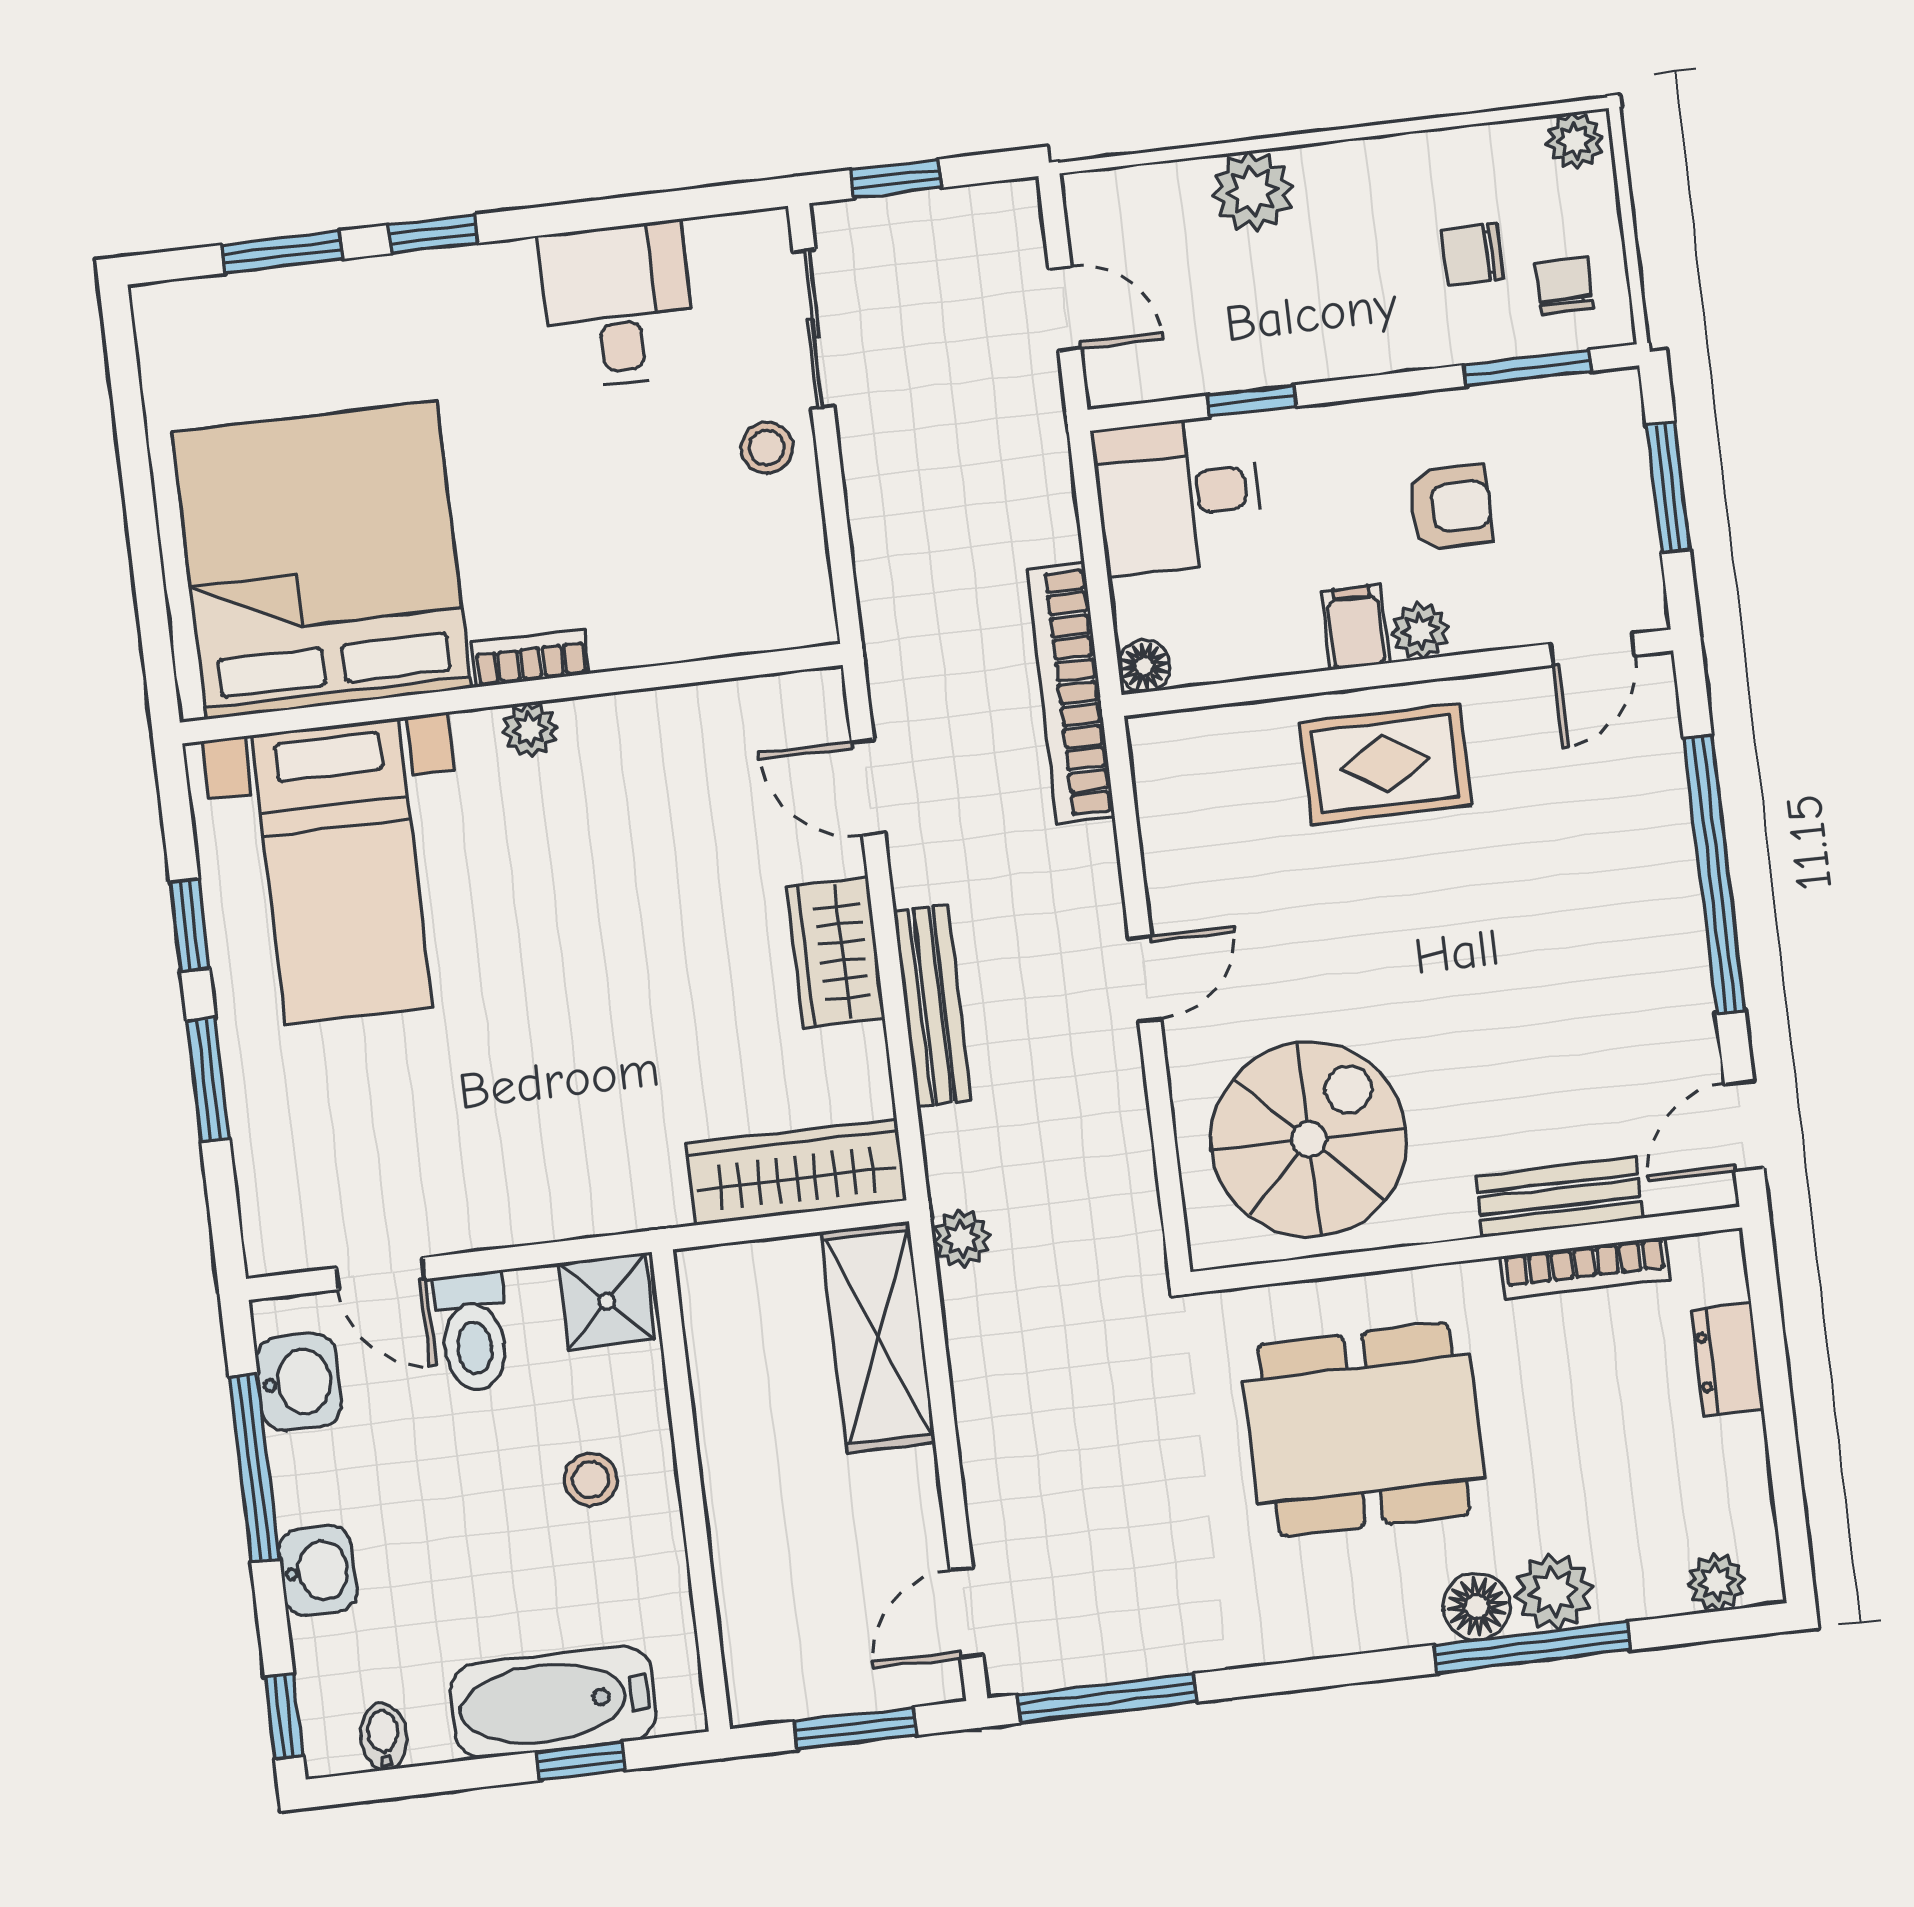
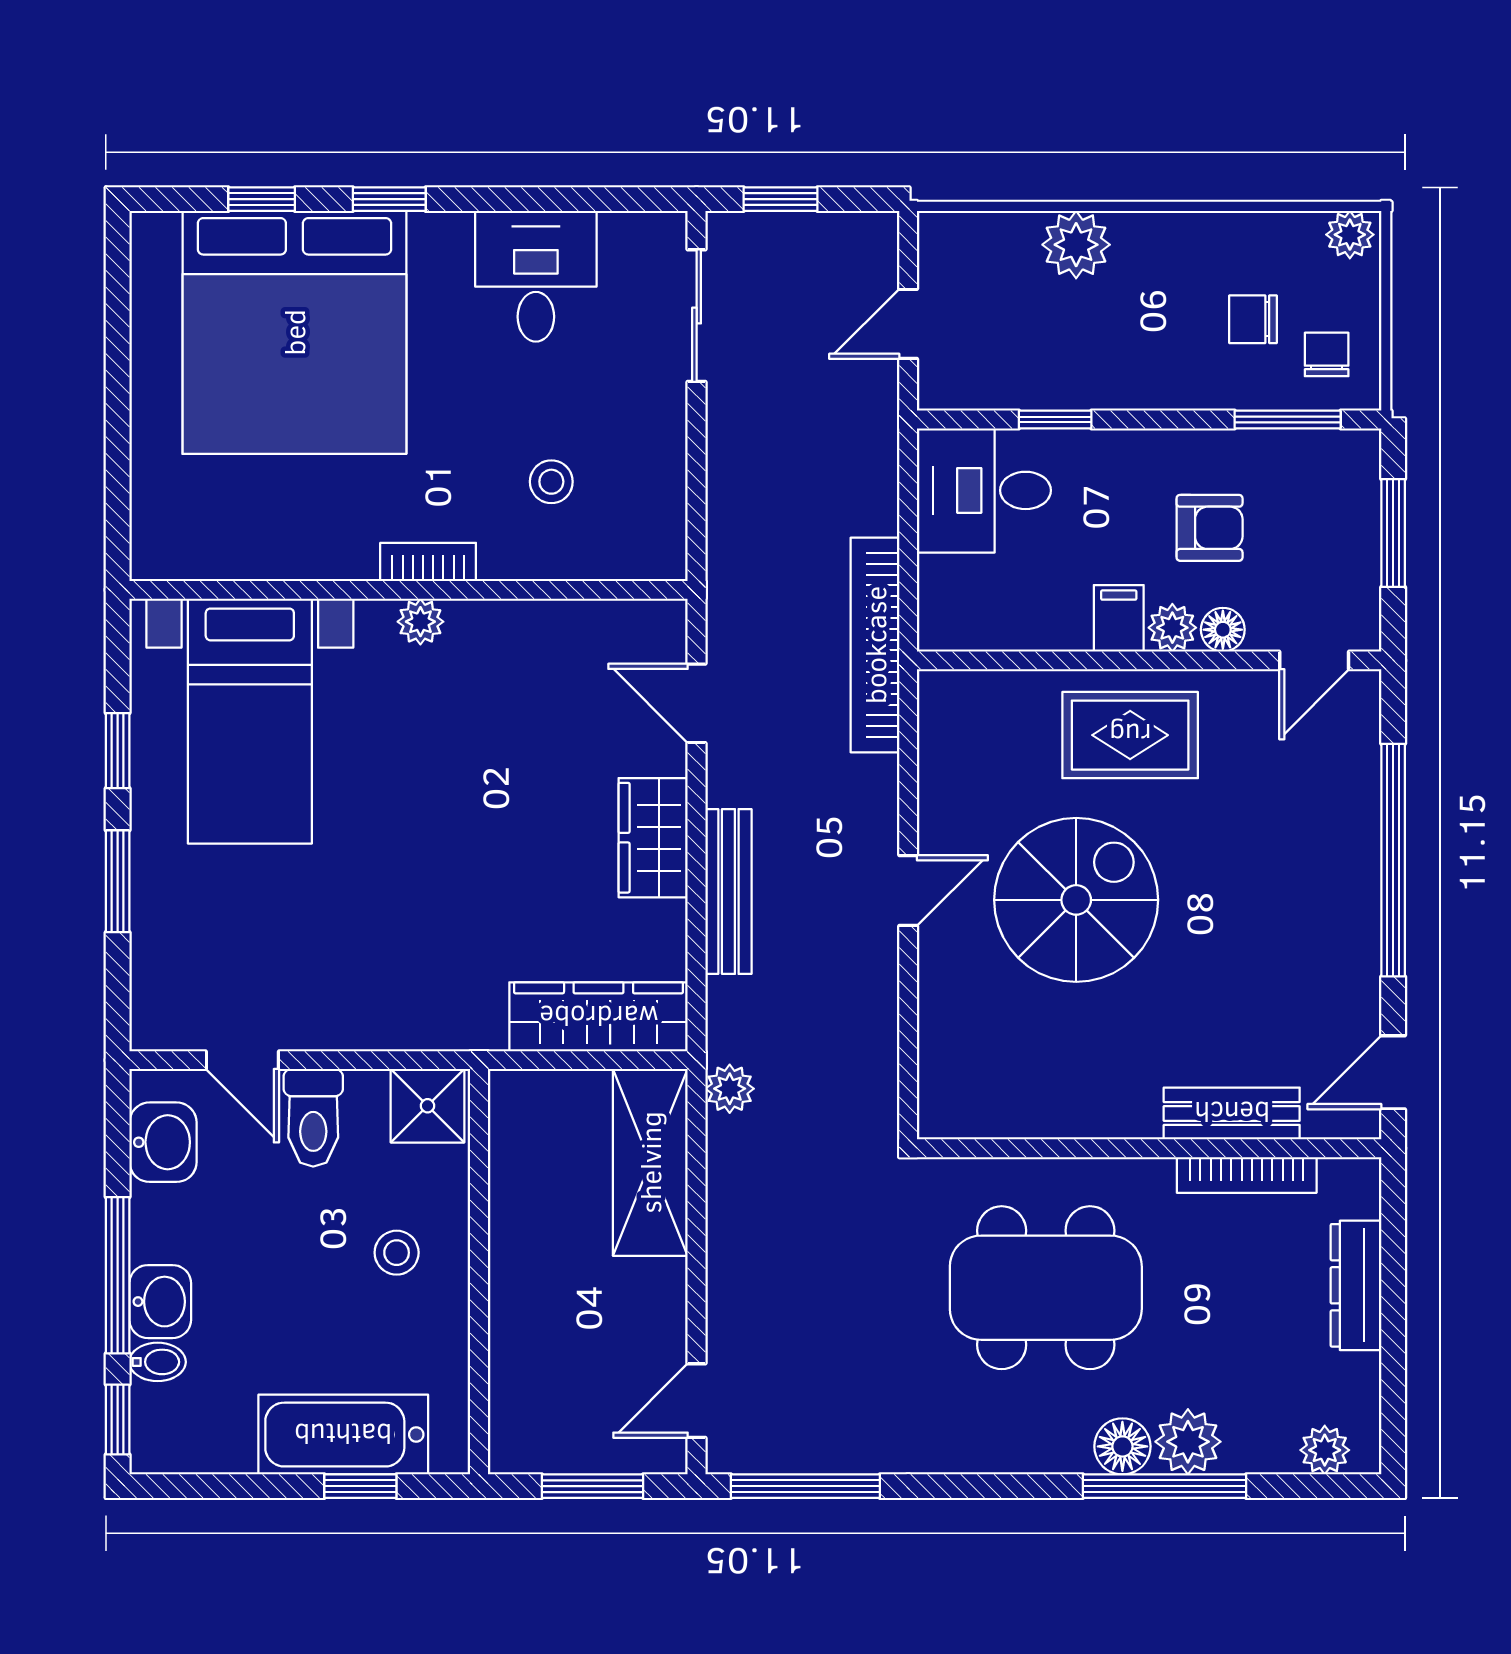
window: (282, 252) -> (262, 199), width x0.67
door: (1065, 309) -> (908, 324), swing flipped
stool: (767, 448) -> (551, 482), moved
bed: (321, 560) -> (294, 332), moved, turned 180
floor lamp: (1144, 666) -> (1223, 630), moved
spiral stairs: (1309, 1139) -> (1076, 900), moved
dresser: (1728, 1360) -> (1356, 1285), width x1.44
window: (254, 1467) -> (118, 1275), moved
bidet: (383, 1737) -> (158, 1362), moved, turned 90

